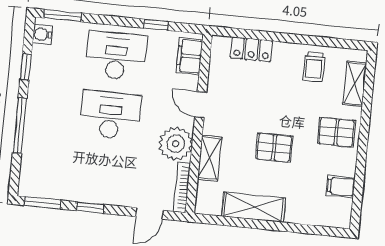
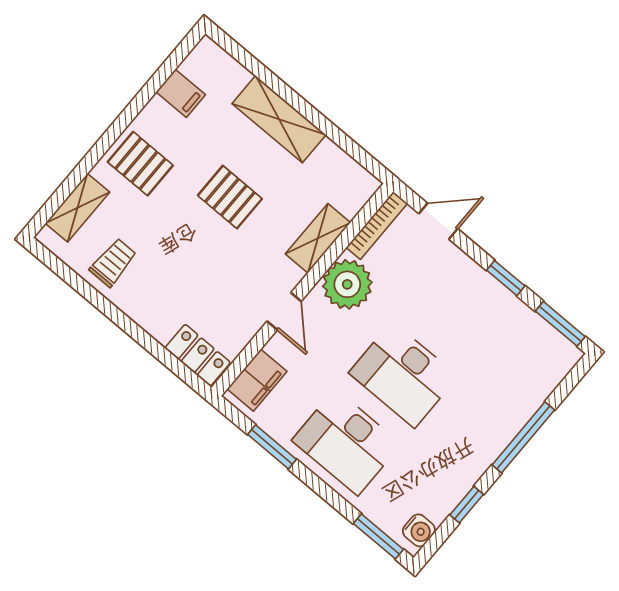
window: (156, 25) -> (272, 447), width x1.50
locker: (252, 49) -> (198, 355), moved
shelving: (254, 207) -> (279, 119), moved

